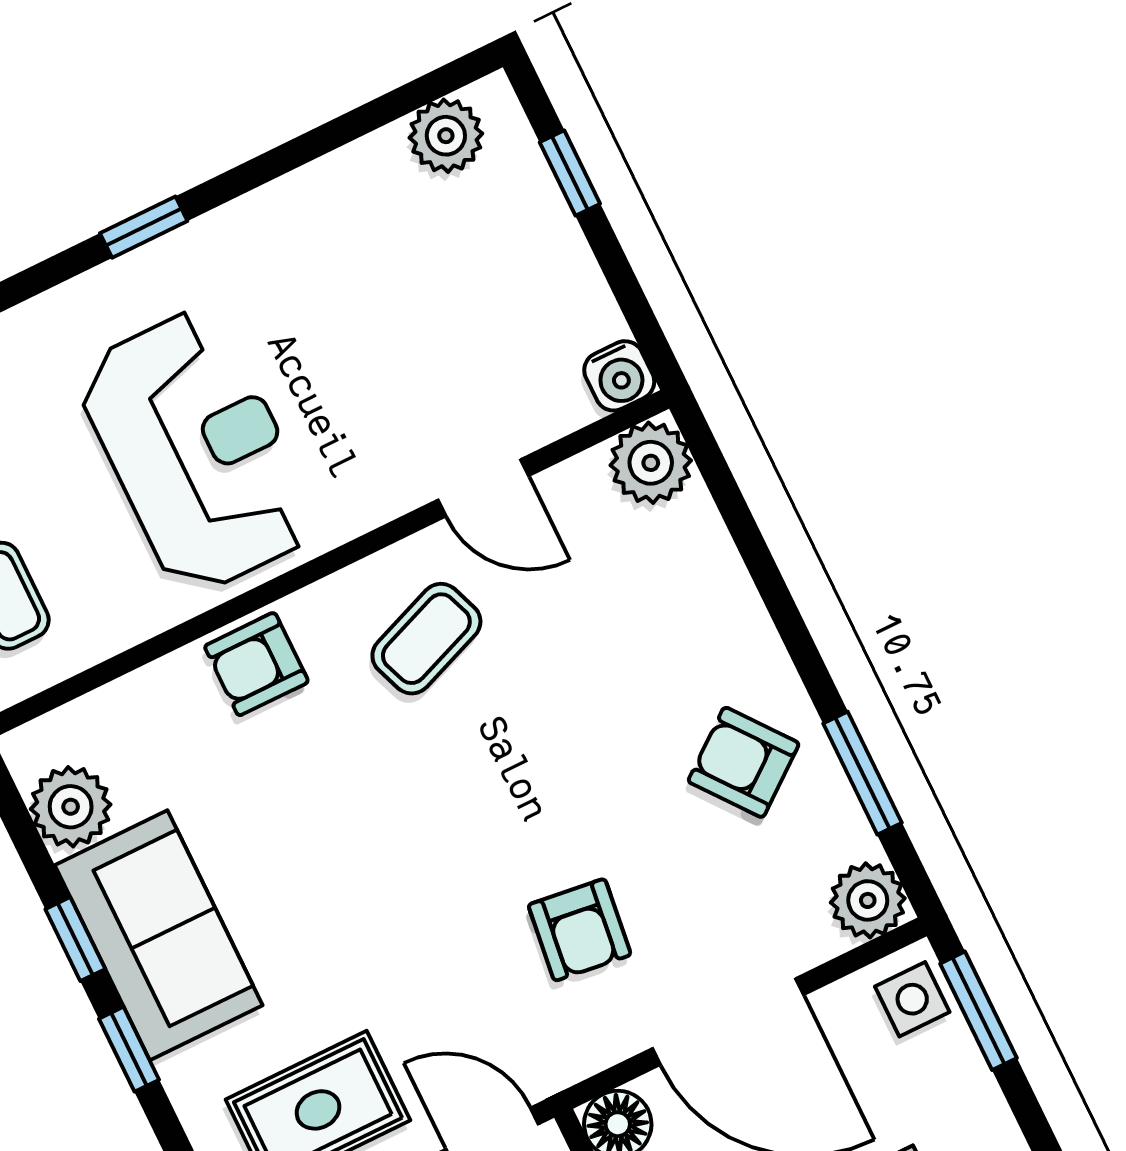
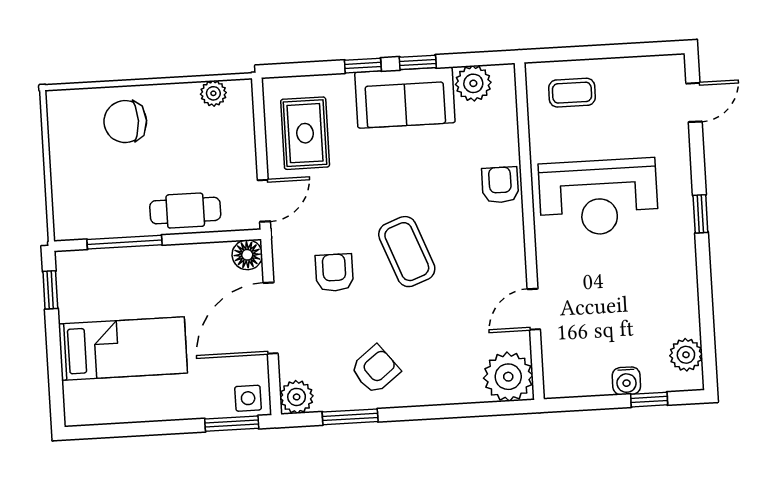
water cooler: (619, 376) -> (626, 381), moved, turned -90
plant: (651, 463) -> (508, 377), width x1.36, depth x1.36
coffee table: (426, 639) -> (407, 252), moved, width x1.36, depth x1.30
armchair: (580, 930) -> (334, 273), turned 83

